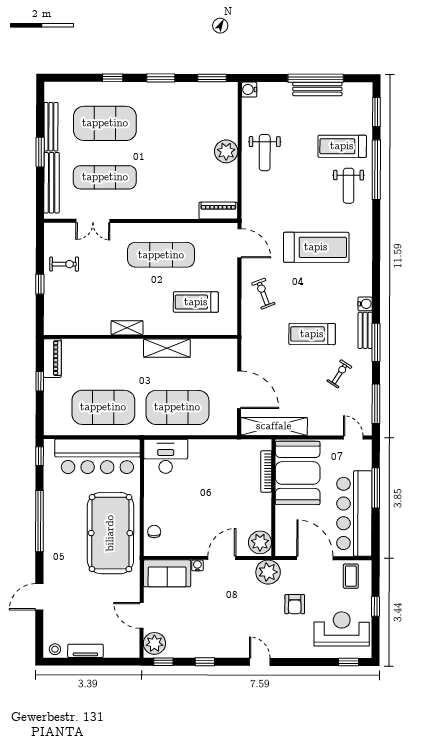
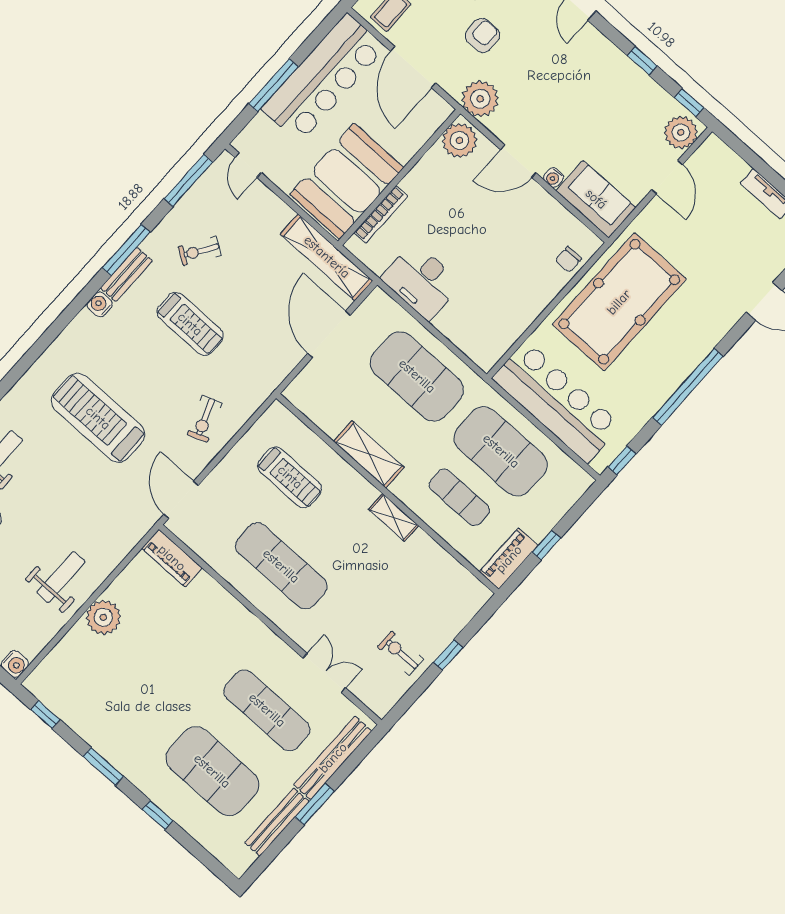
window: (212, 78) -> (45, 715), width x0.67
exercise mat: (103, 367) -> (459, 497), added
desk: (166, 456) -> (421, 281), moved

